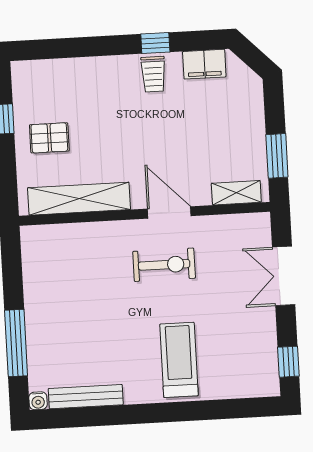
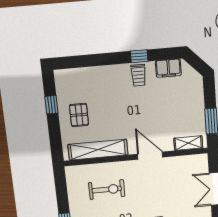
pallet: (49, 138) -> (79, 115), turned 90
exercise bike: (164, 265) -> (107, 190), moved

